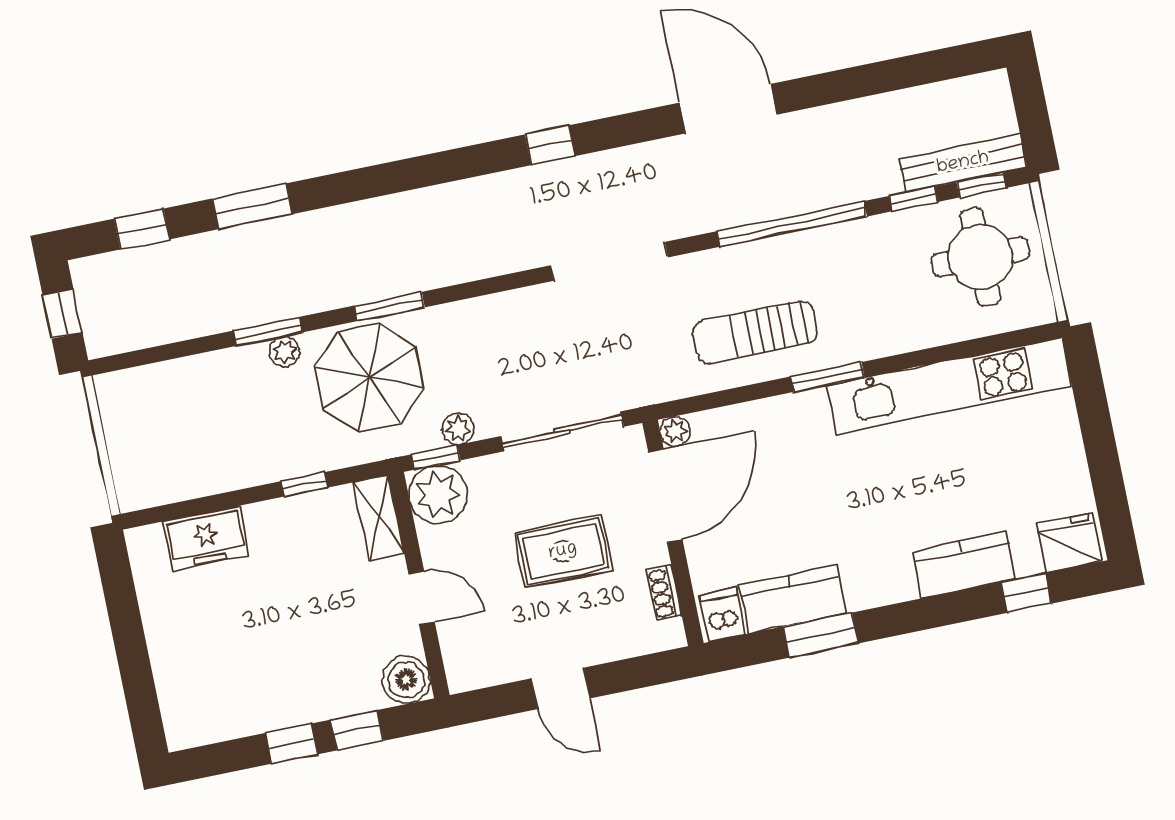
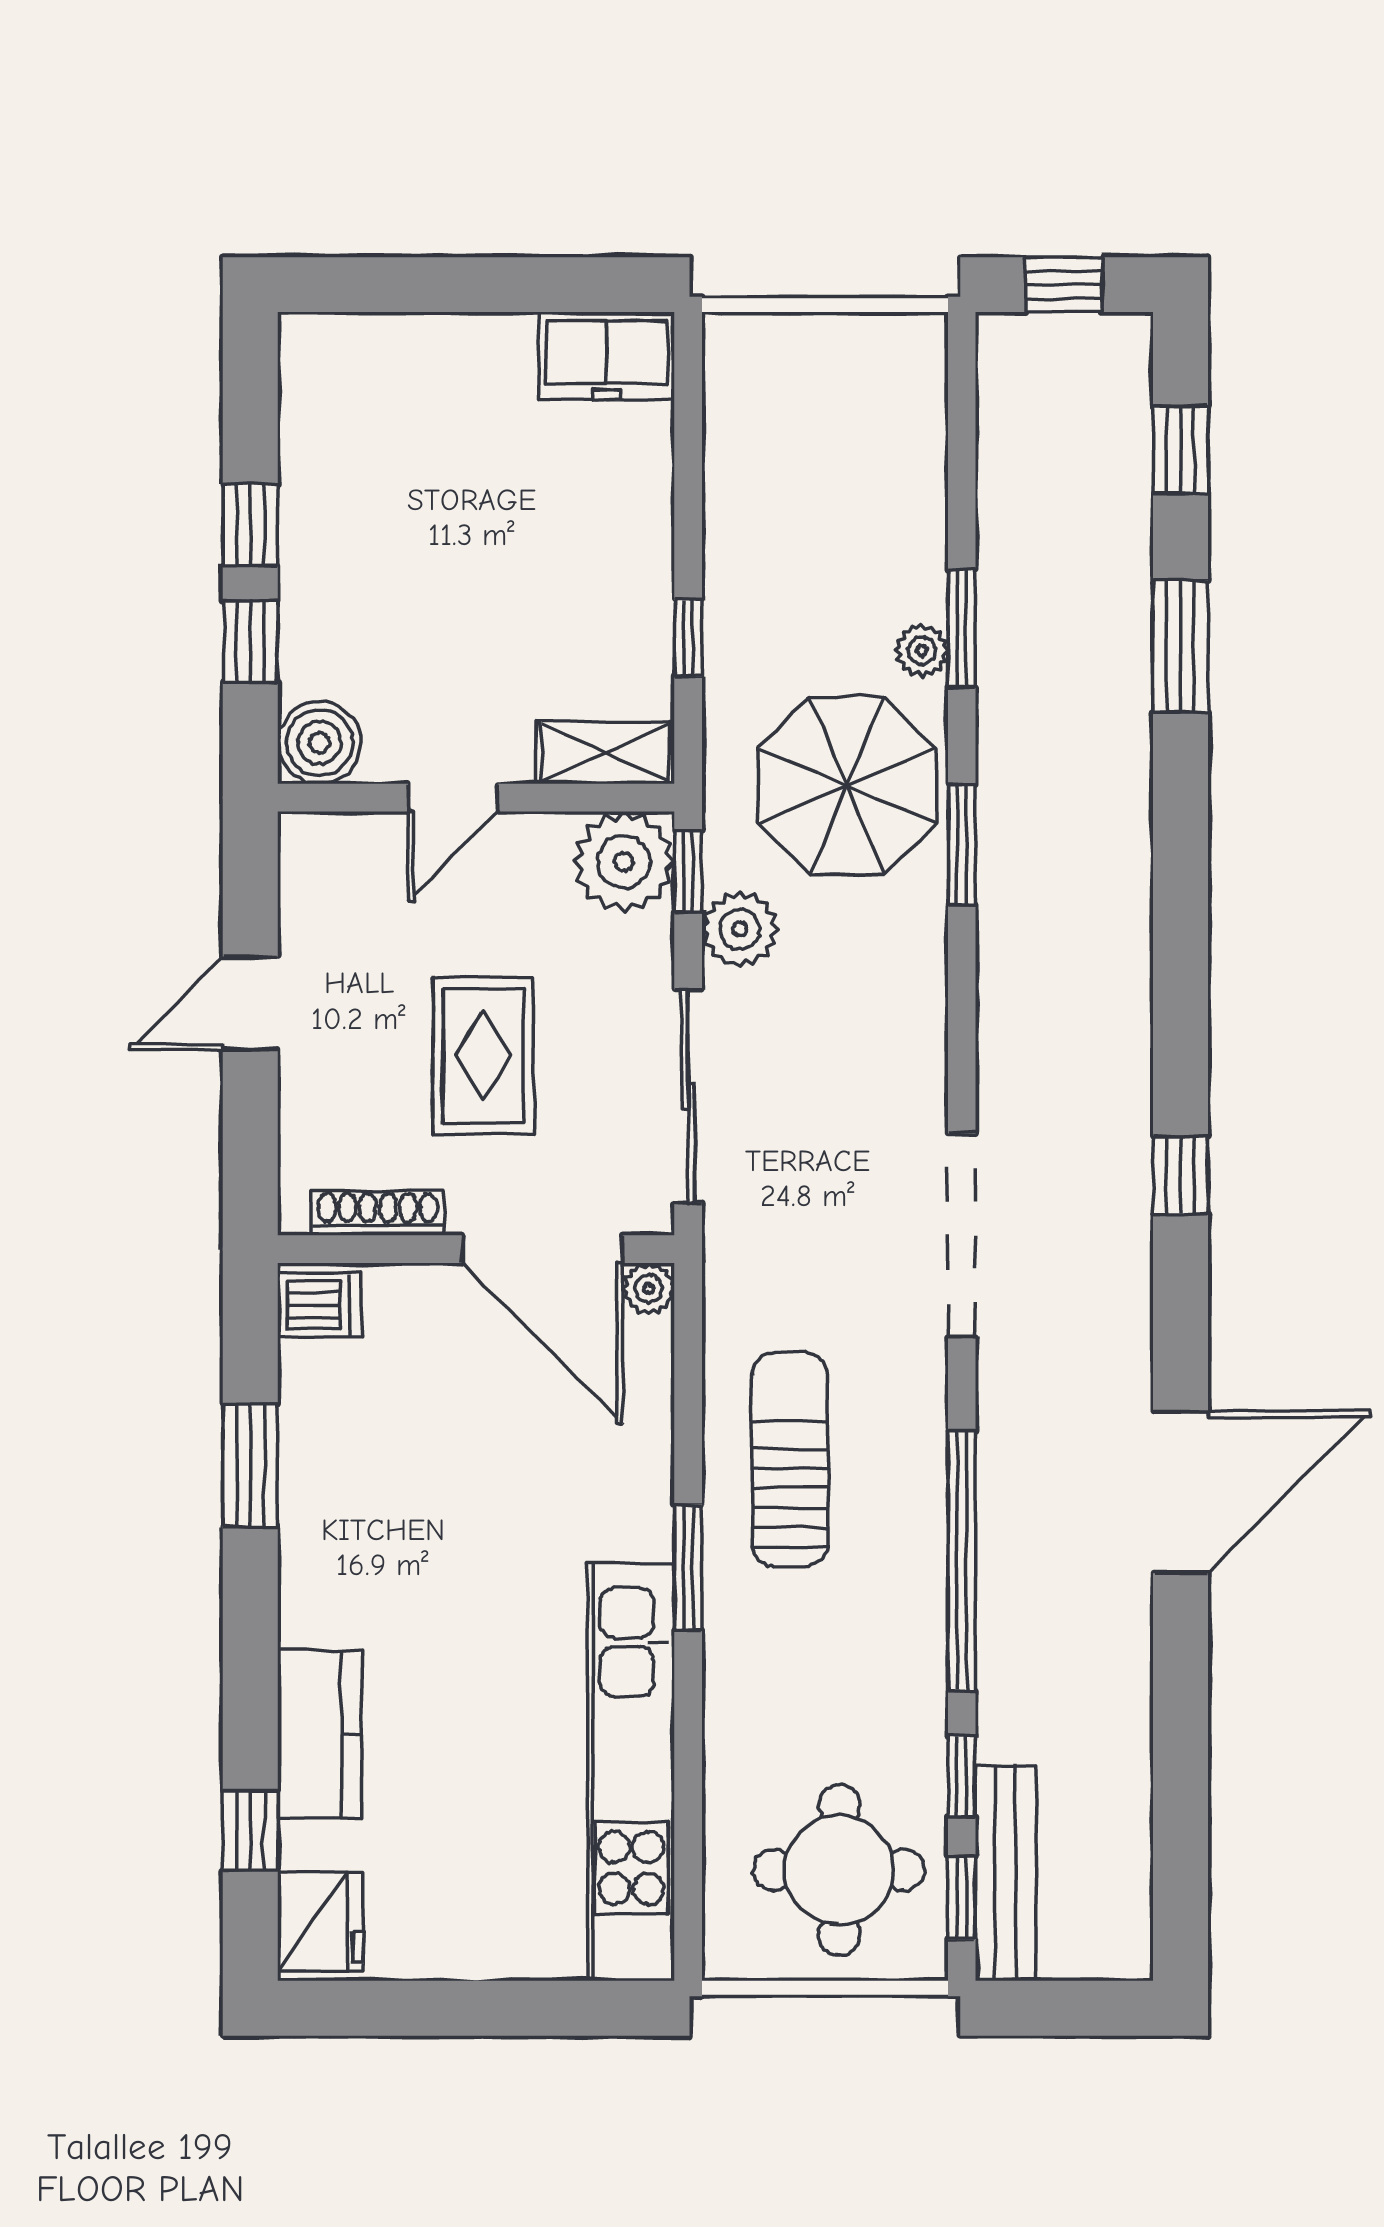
plant: (458, 429) -> (740, 929), width x1.38, depth x1.38
freezer: (206, 538) -> (607, 356), moved, turned -90
shoe rack: (664, 593) -> (378, 1213), width x1.43
kitchen counter: (792, 599) -> (321, 1430), removed

